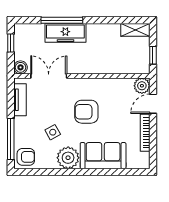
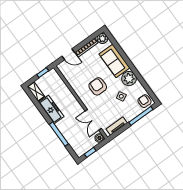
freezer: (65, 33) -> (51, 110), moved
plant: (142, 86) -> (102, 39), moved
armchair: (86, 112) -> (98, 86), turned 180

